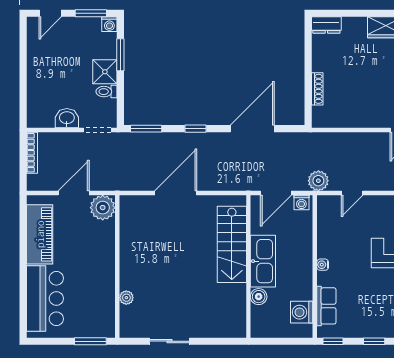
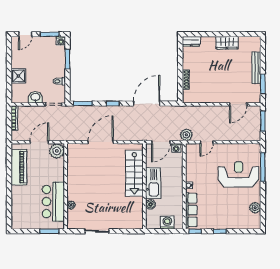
shower: (105, 72) -> (18, 76), moved
bar counter: (45, 299) -> (53, 202), moved, turned 180
row of seats: (326, 306) -> (191, 210), width x1.48
washing machine: (302, 312) -> (167, 223), moved, turned 90

